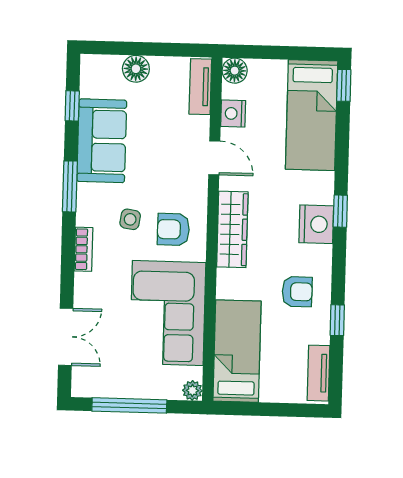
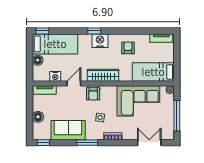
floor lamp: (235, 71) -> (38, 60), moved
window: (72, 106) -> (43, 143), moved
armchair: (173, 229) -> (93, 94), moved
window: (337, 320) -> (139, 31), removed

